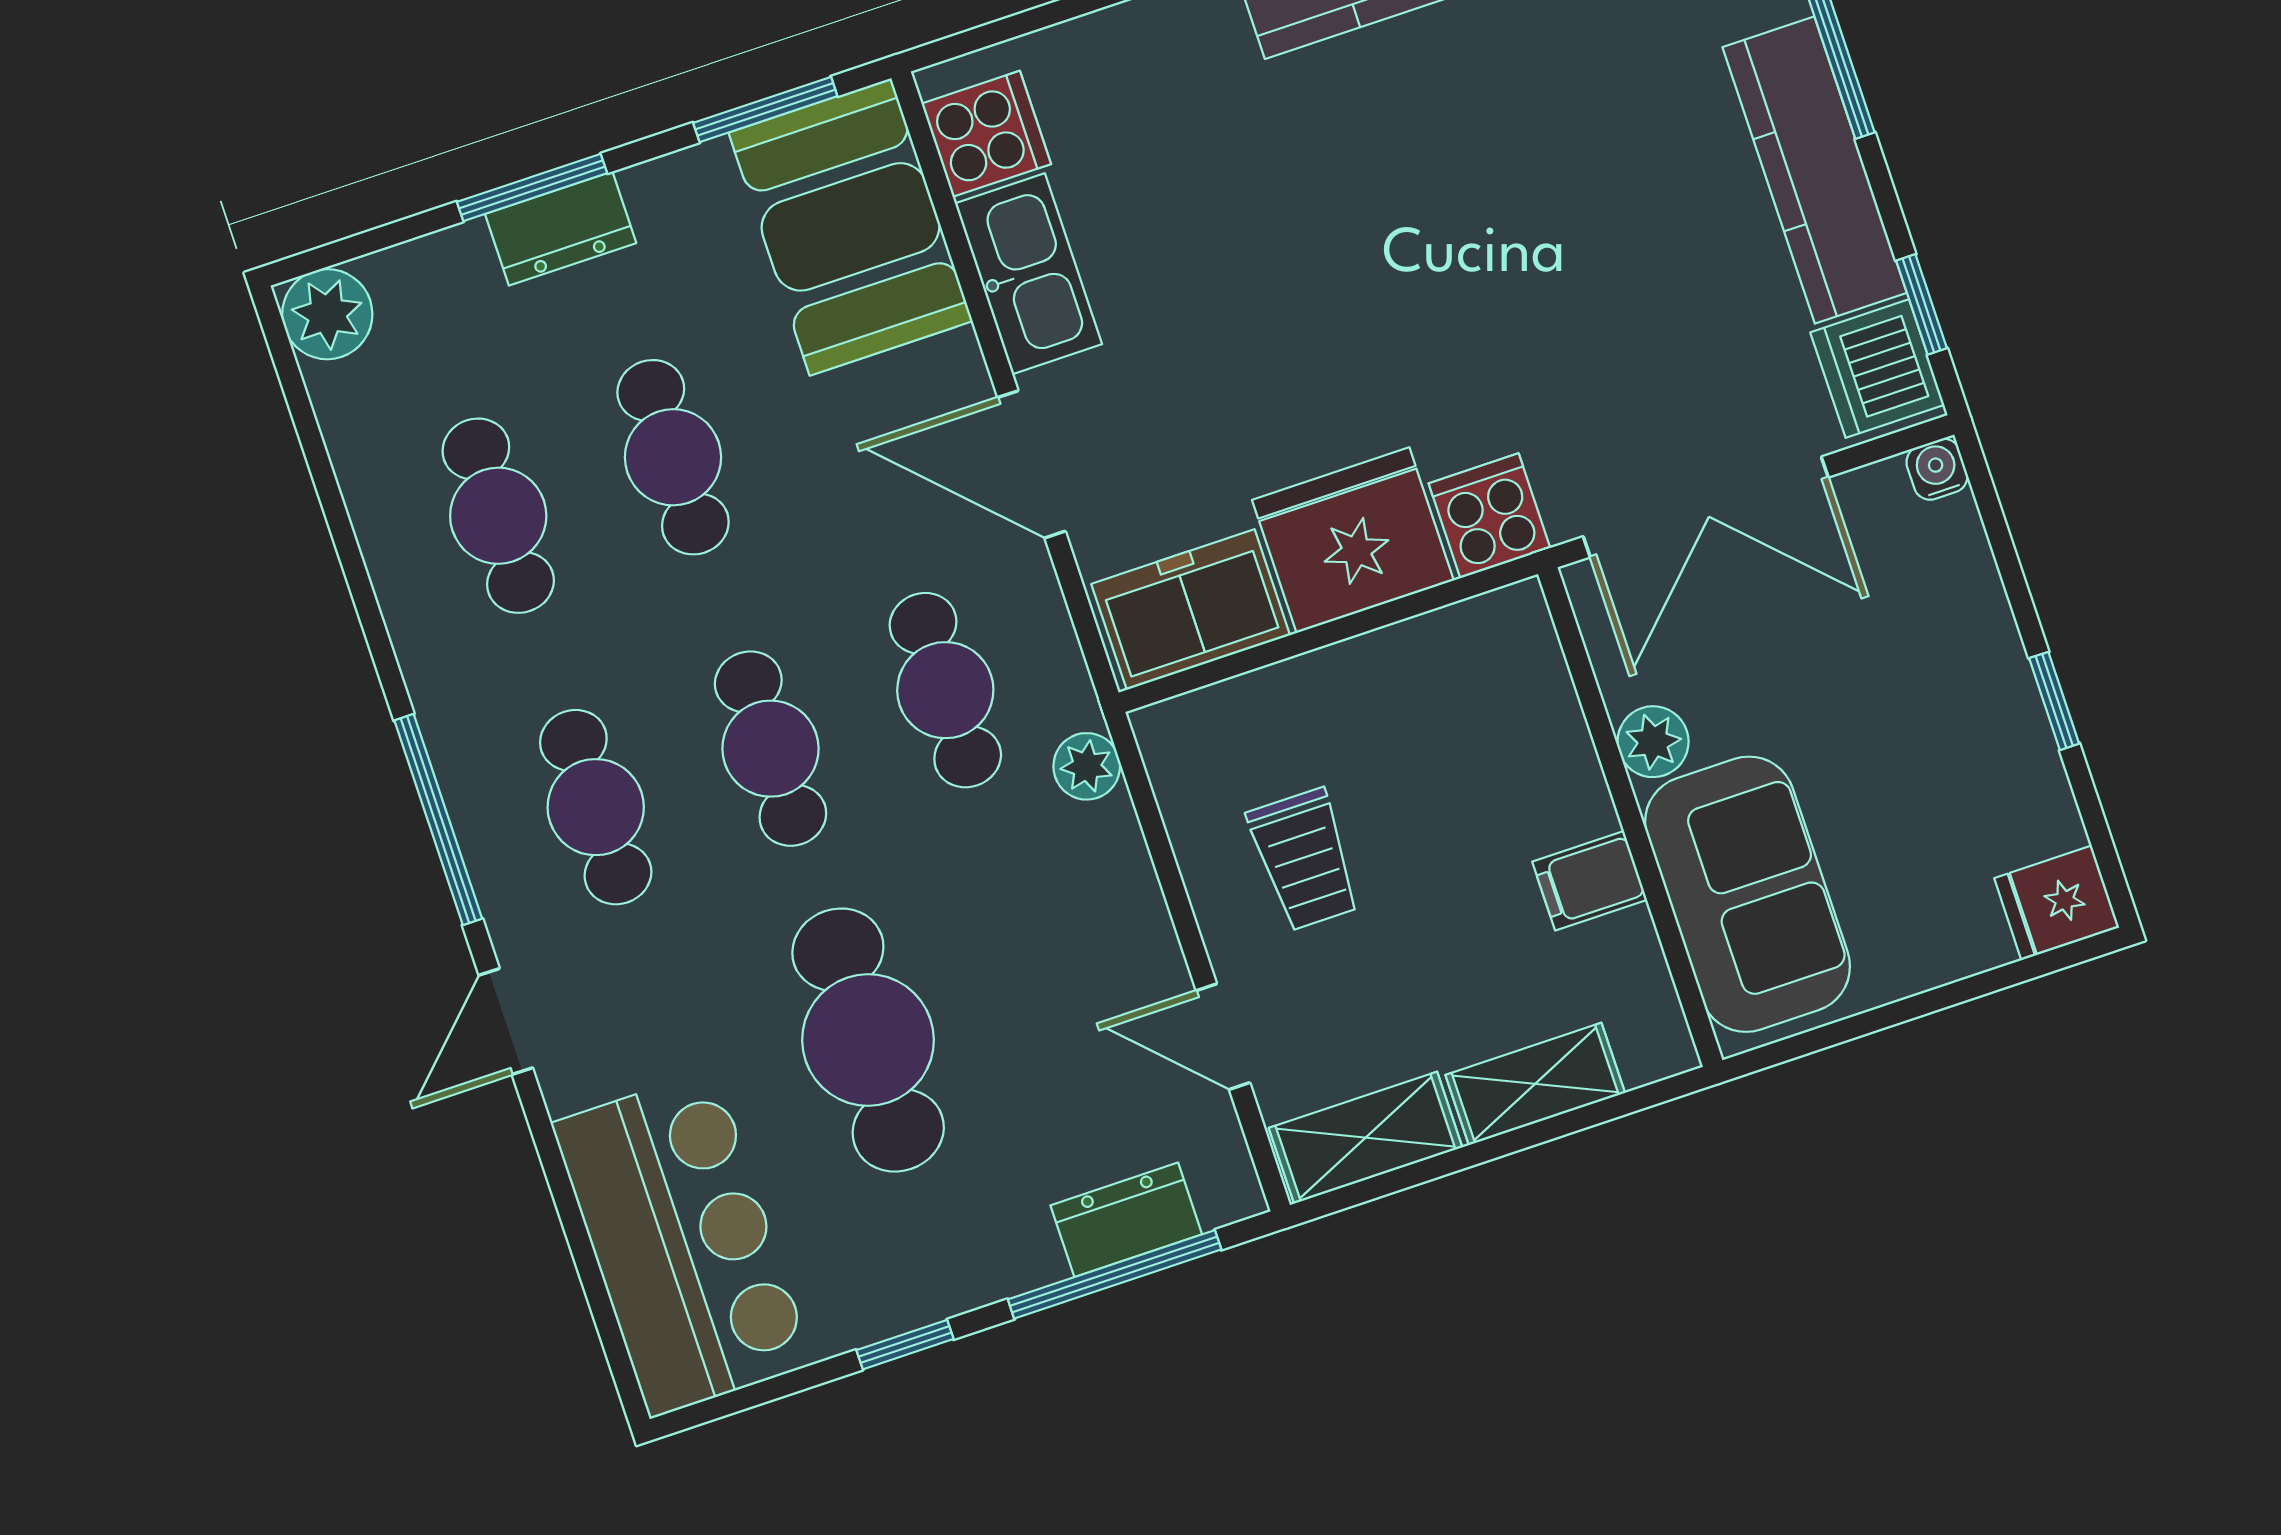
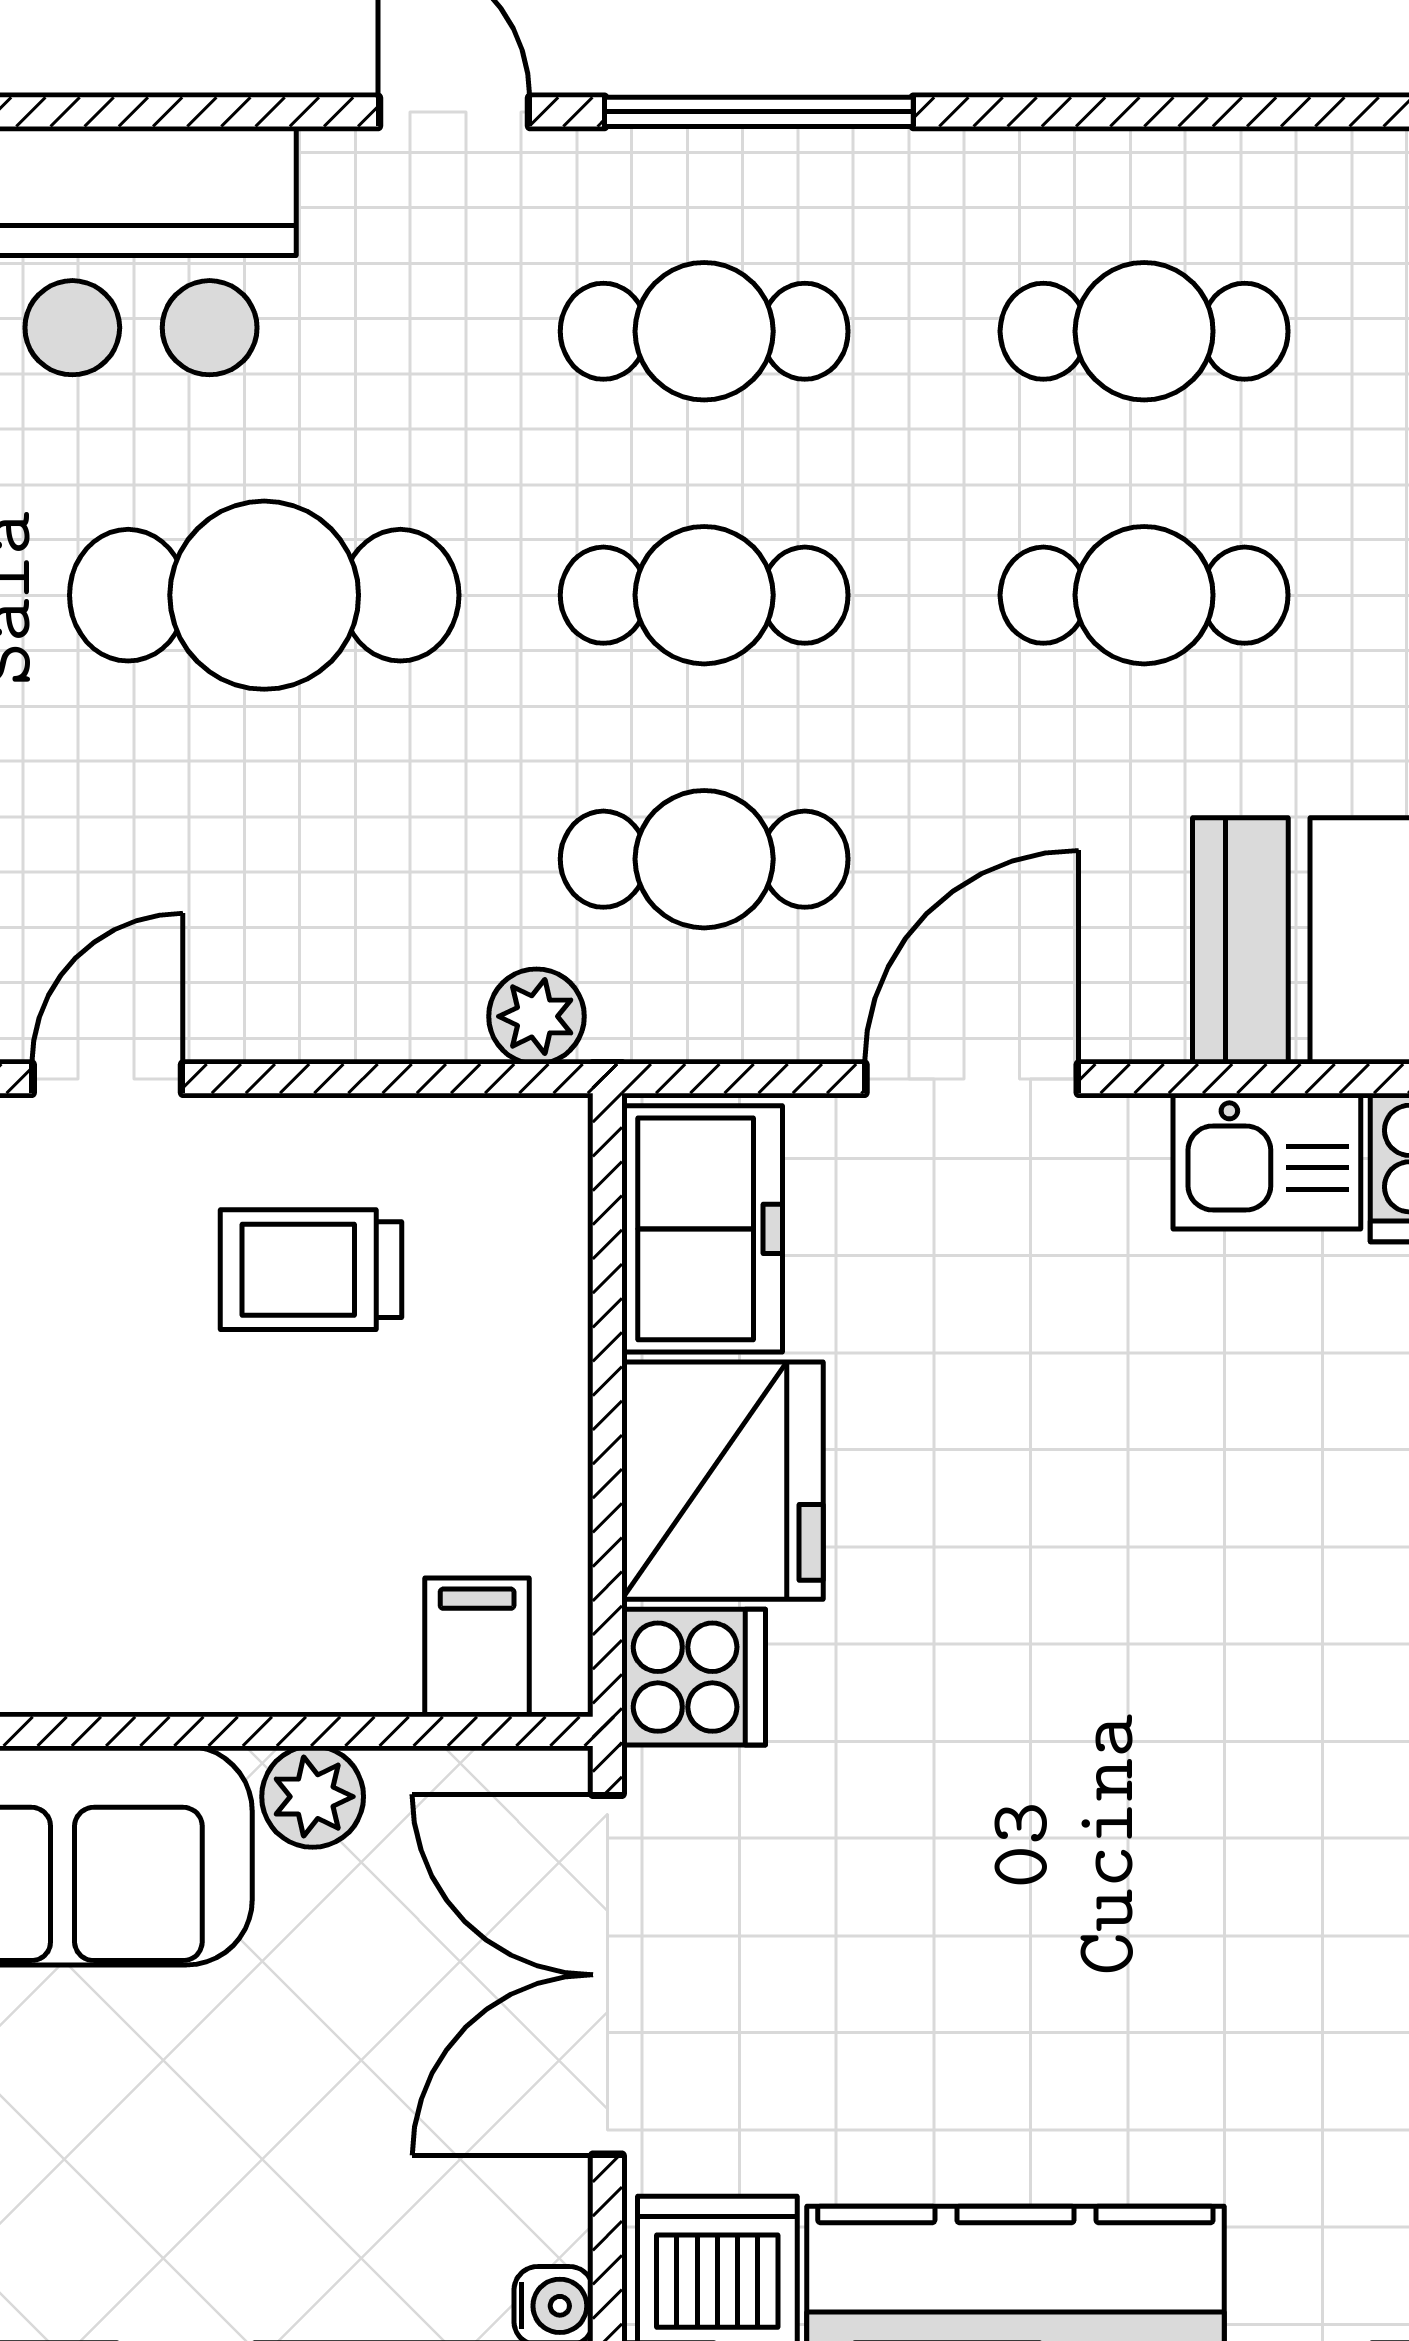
kitchen sink: (1028, 274) -> (1267, 1161), width x0.73
filing cabinet: (1590, 881) -> (477, 1647), moved

